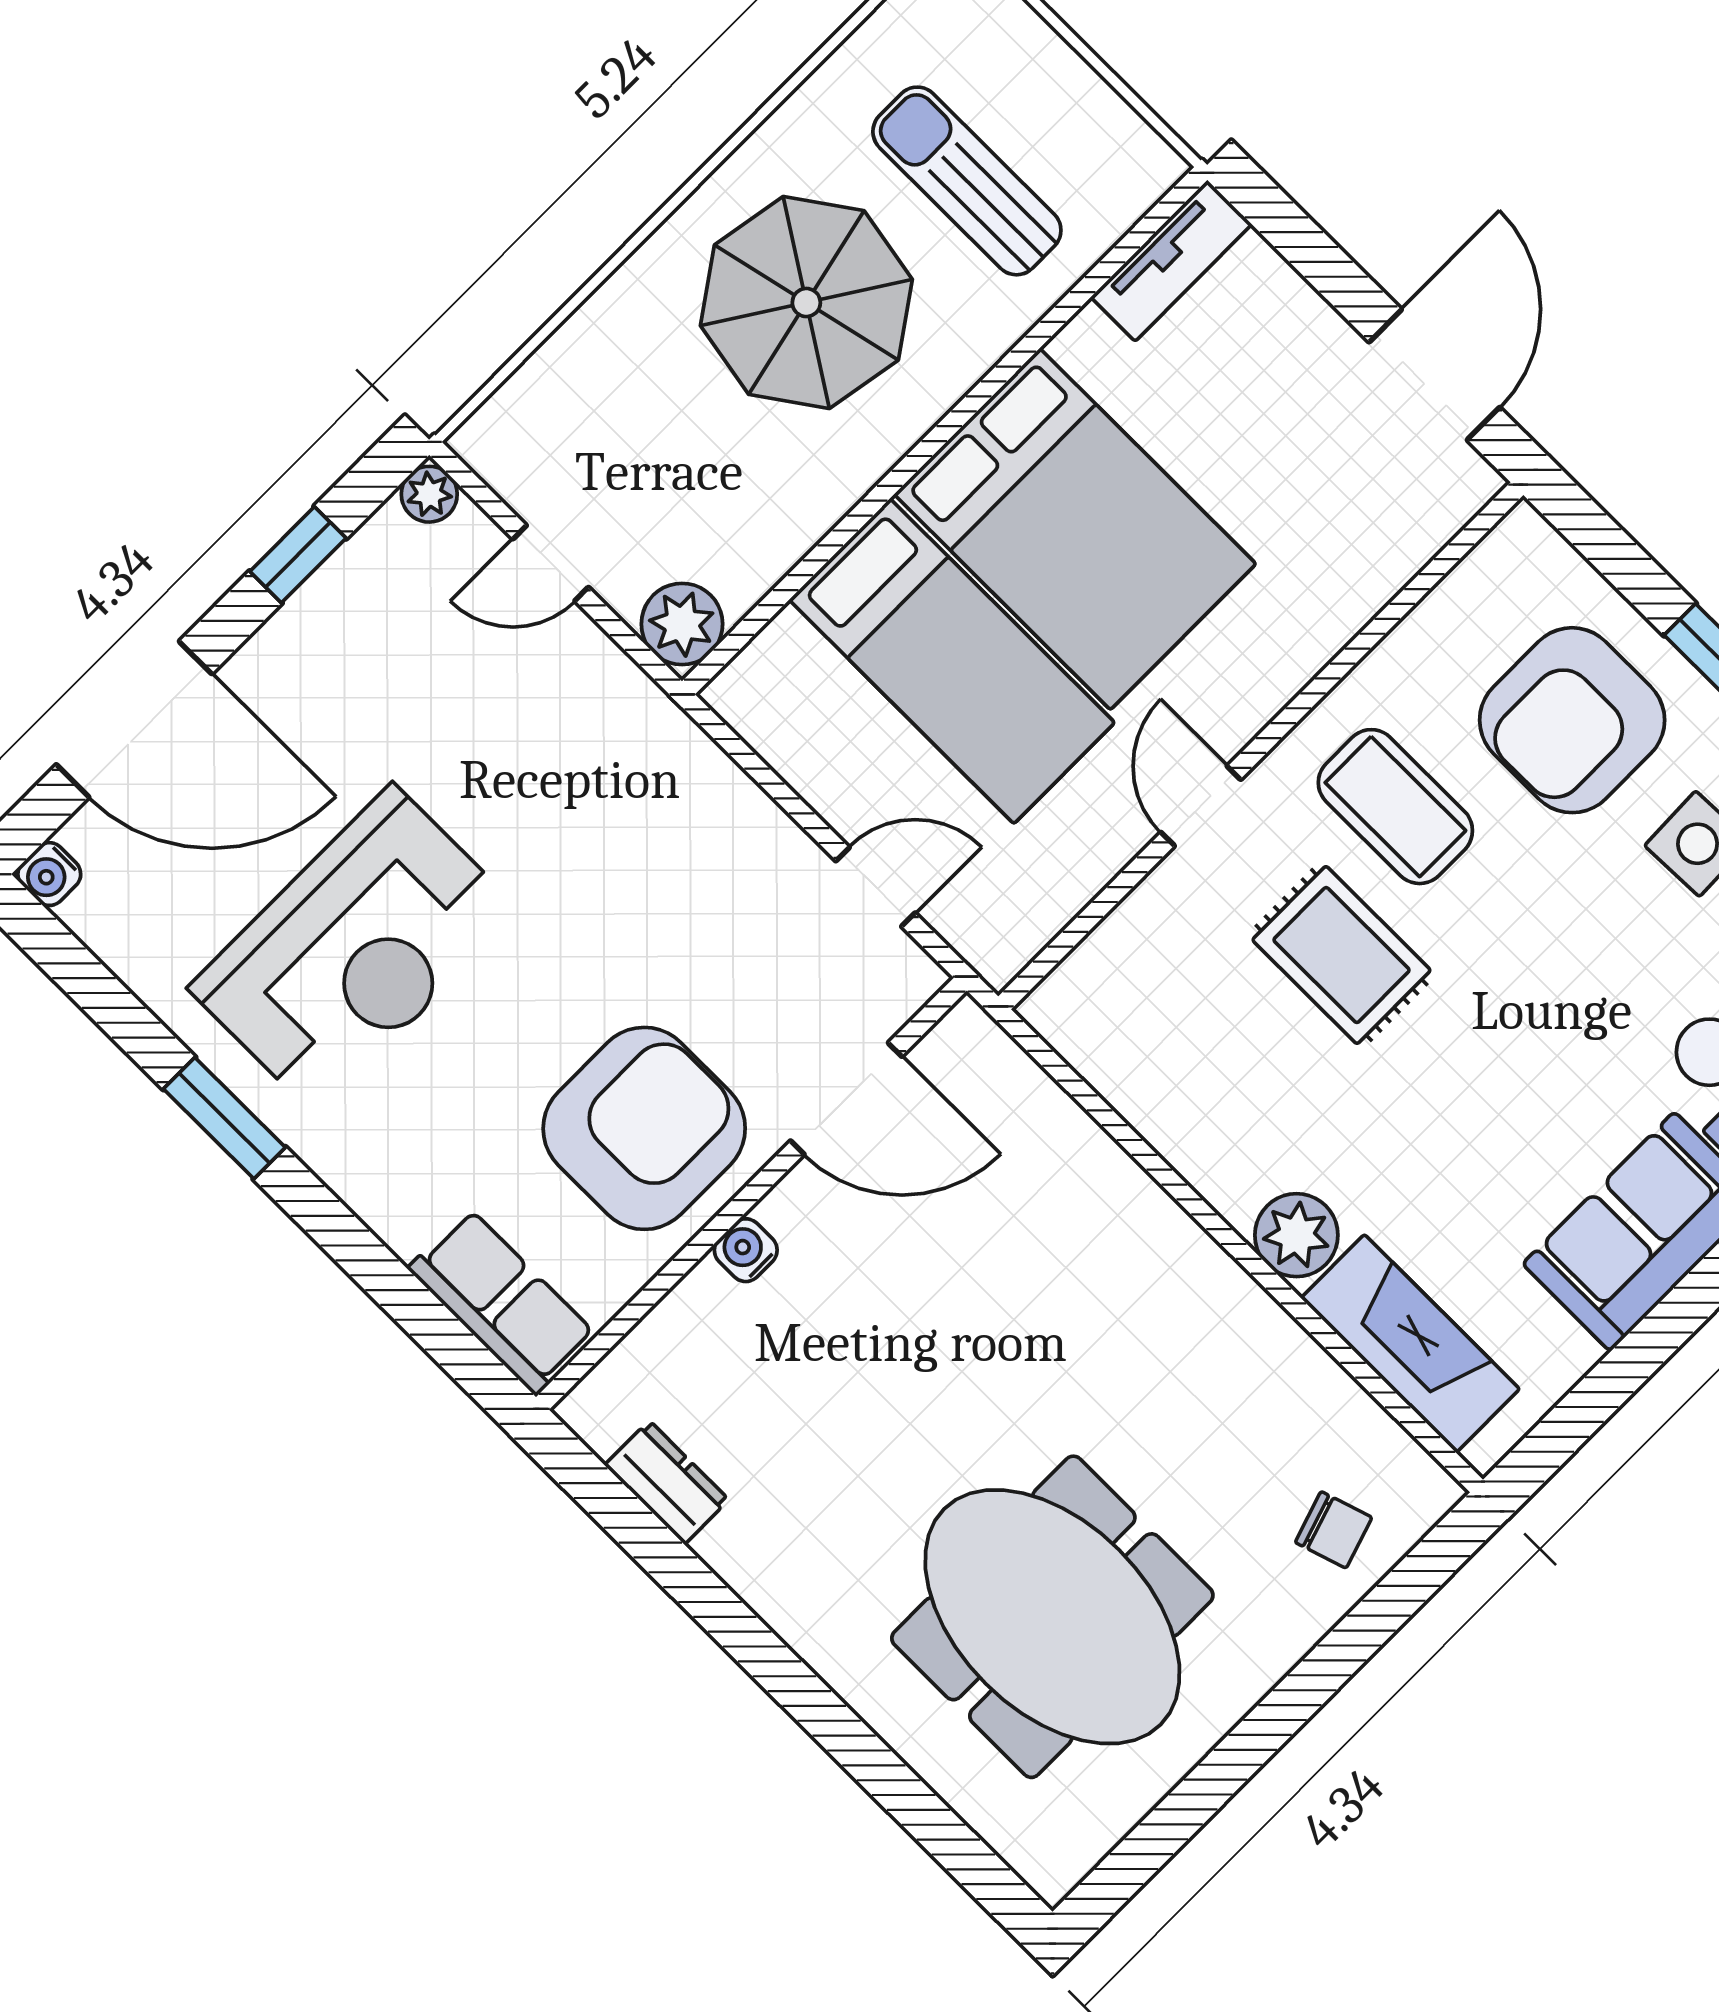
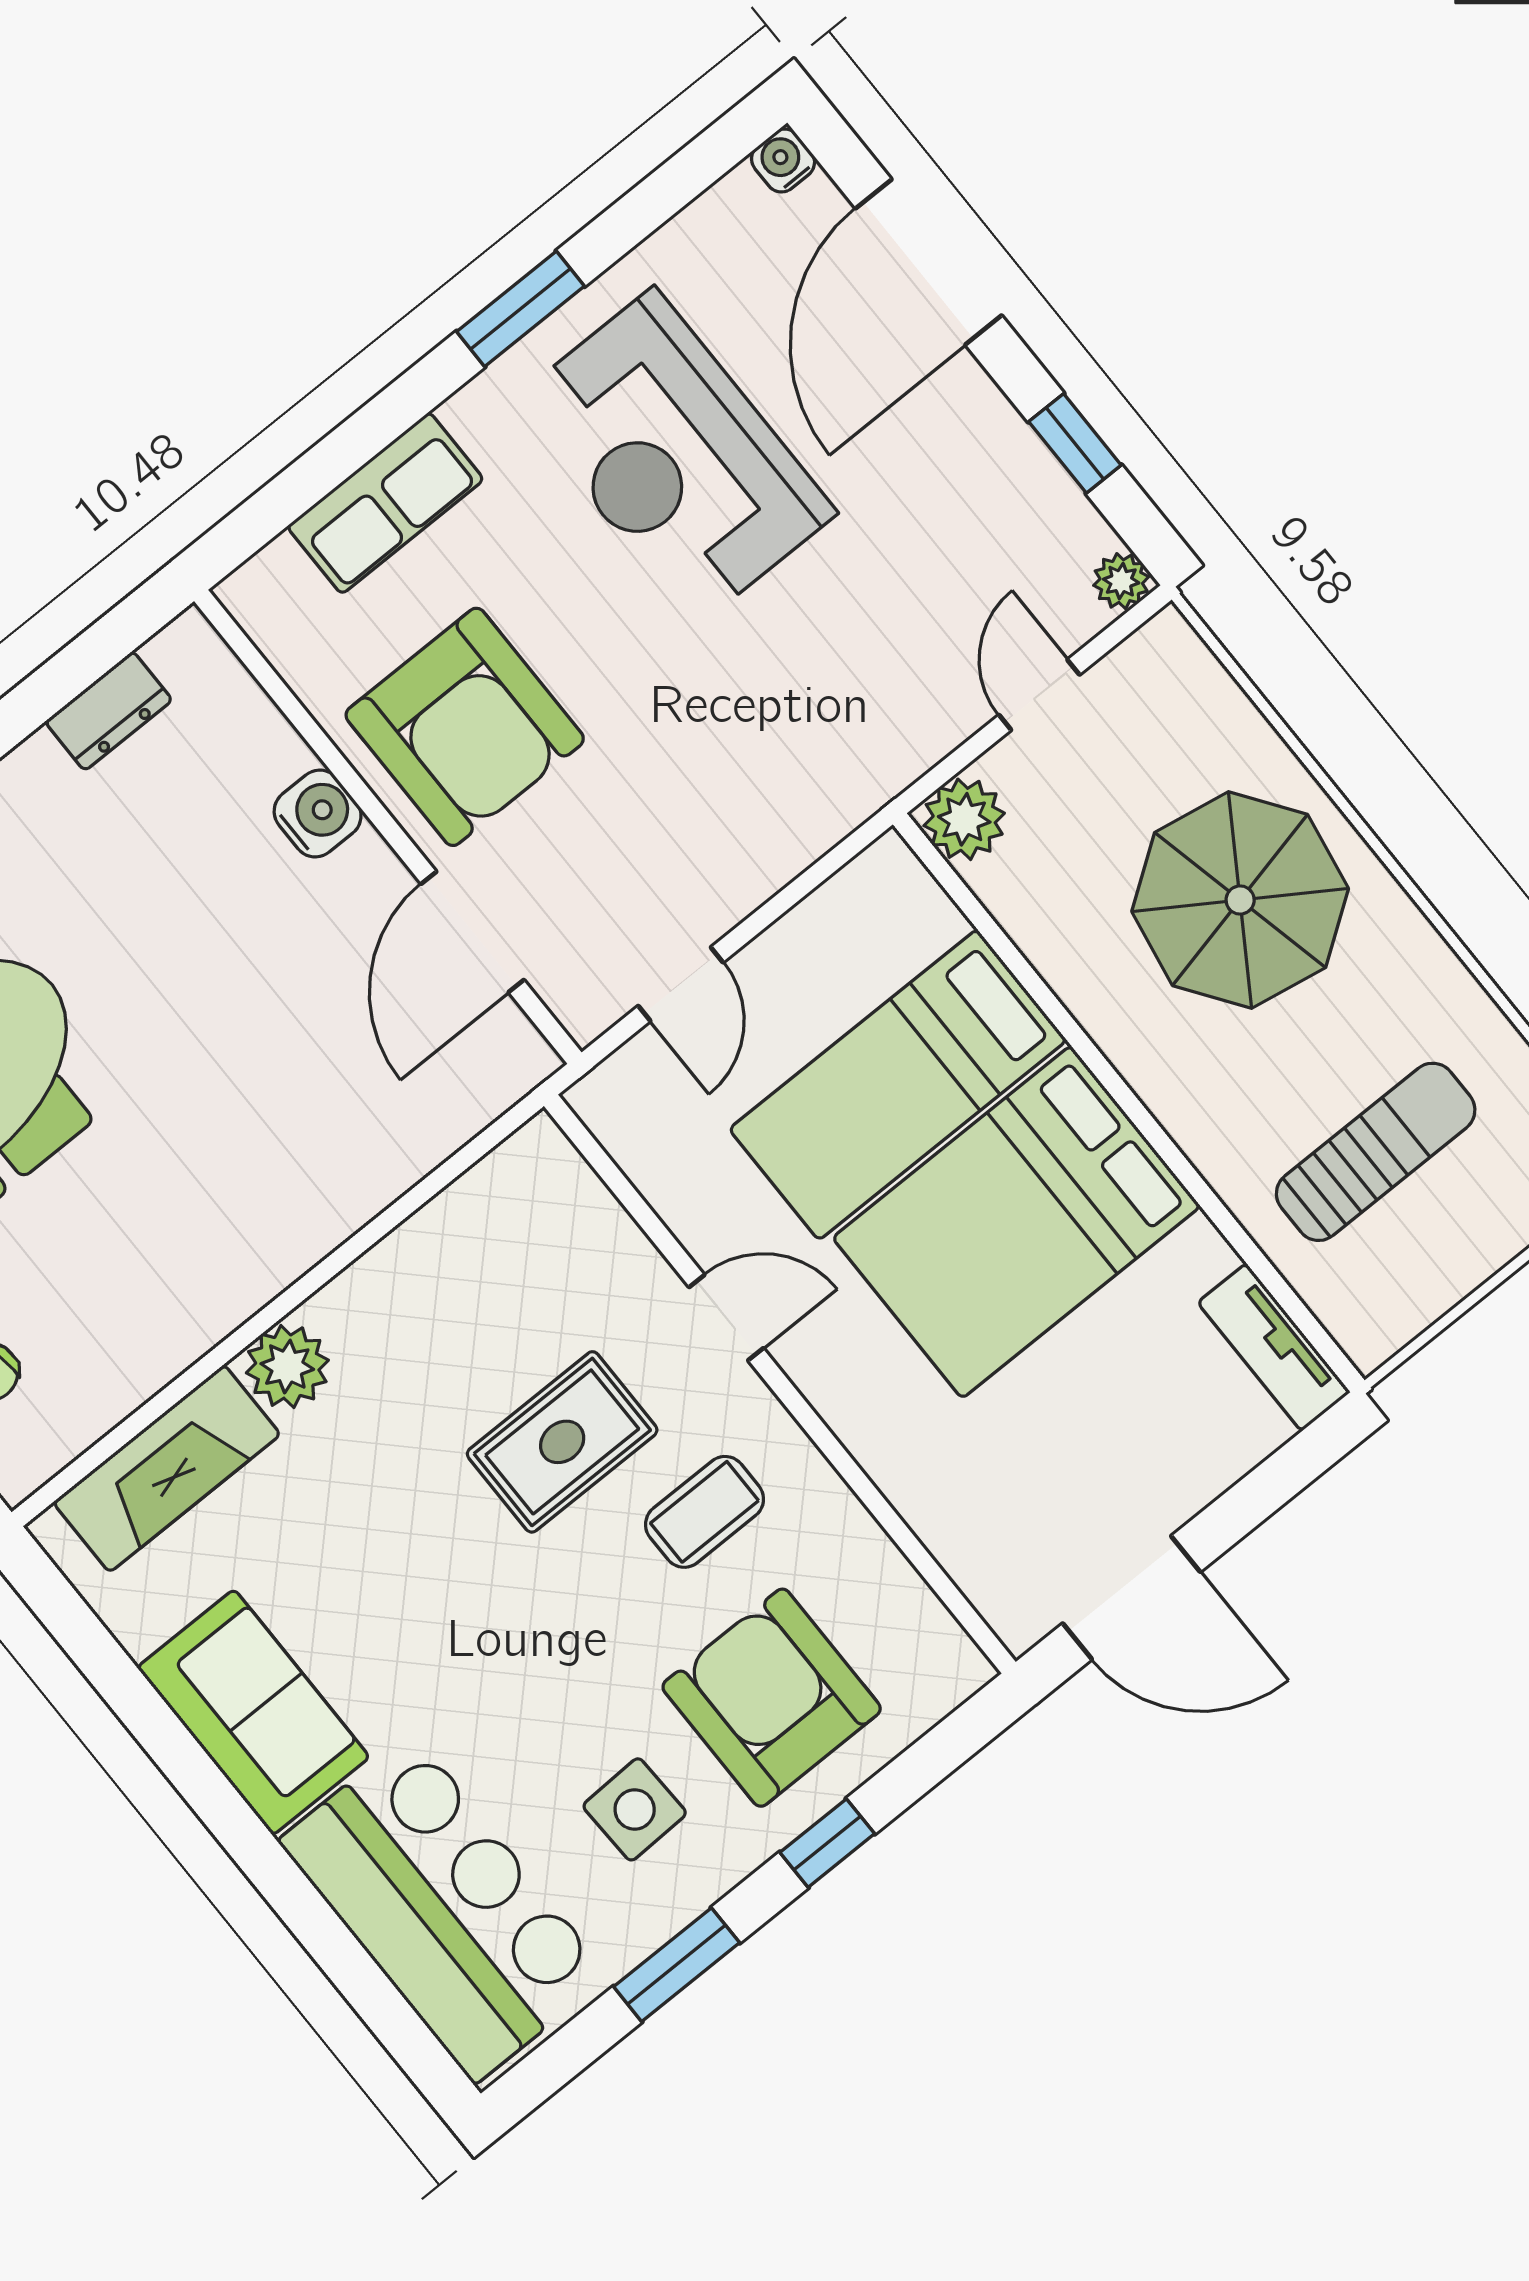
parasol: (806, 303) -> (1240, 900), moved
coffee table: (1395, 807) -> (705, 1512), width x0.73, depth x0.77
water cooler: (746, 1250) -> (318, 814), width x1.38, depth x1.38
row of seats: (502, 1302) -> (385, 503), moved

